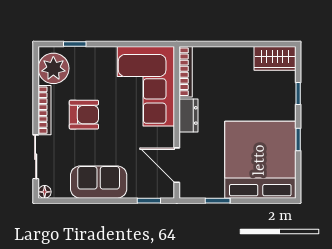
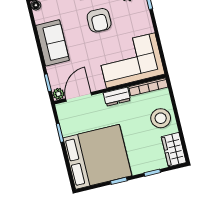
stool: (230, 66) -> (161, 118), added
plant: (167, 190) -> (58, 94), added

